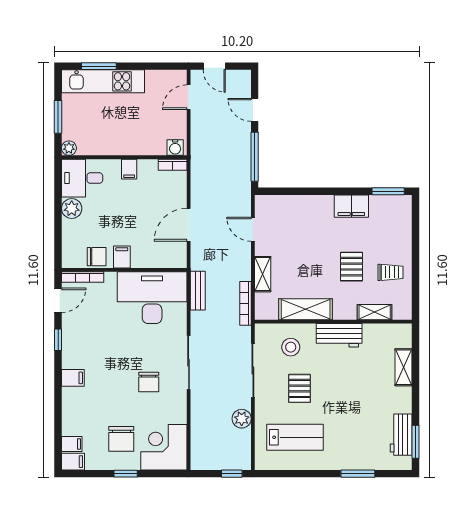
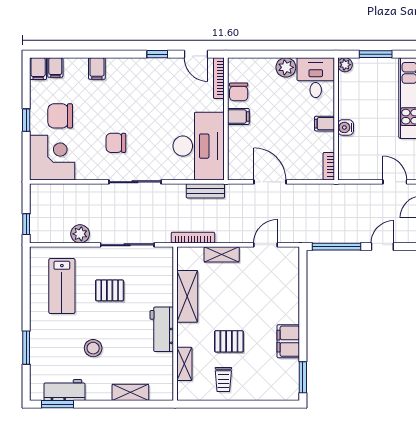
water cooler: (175, 147) -> (346, 127), moved
stool: (291, 347) -> (93, 348), moved
filing cabinet: (73, 378) -> (97, 68), moved

